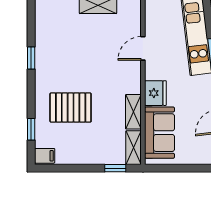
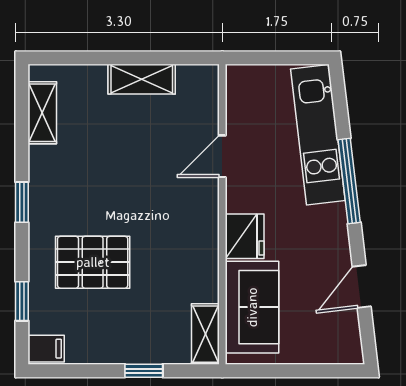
window: (31, 58) -> (22, 202), moved
shelving: (133, 112) -> (42, 113), moved
window: (115, 168) -> (144, 371), moved

